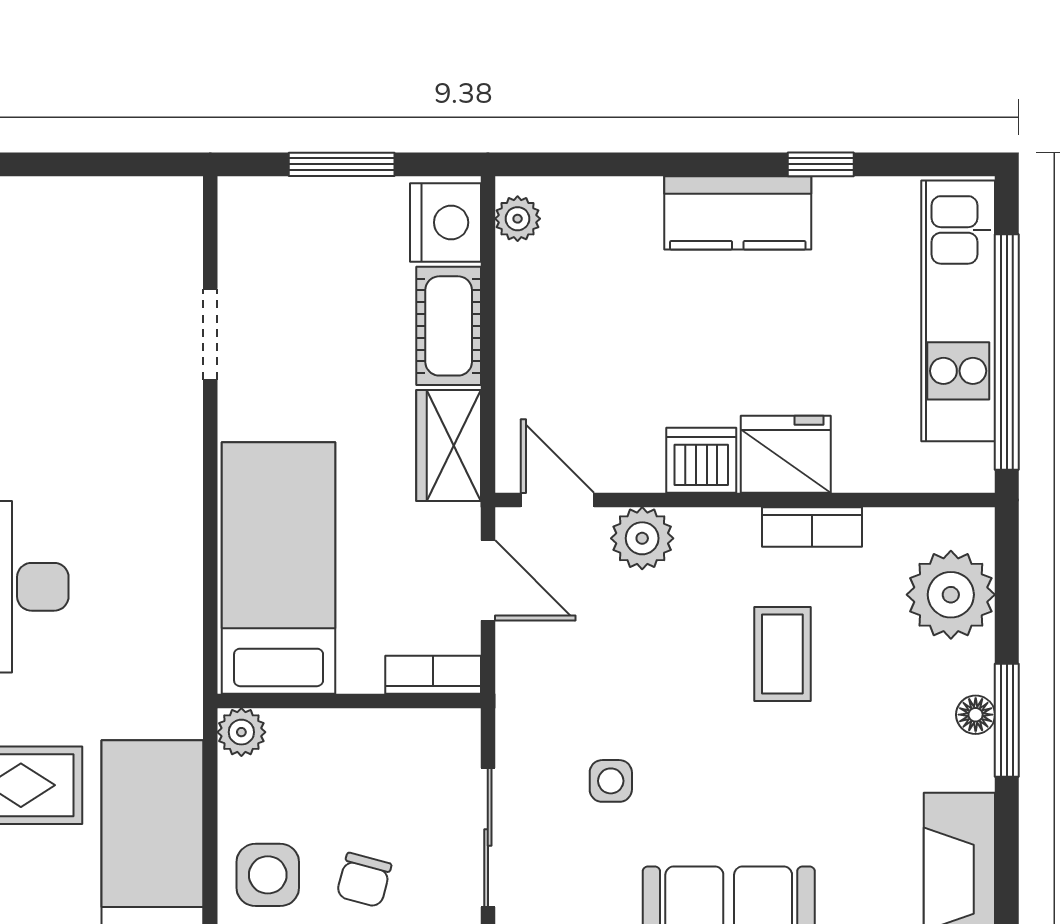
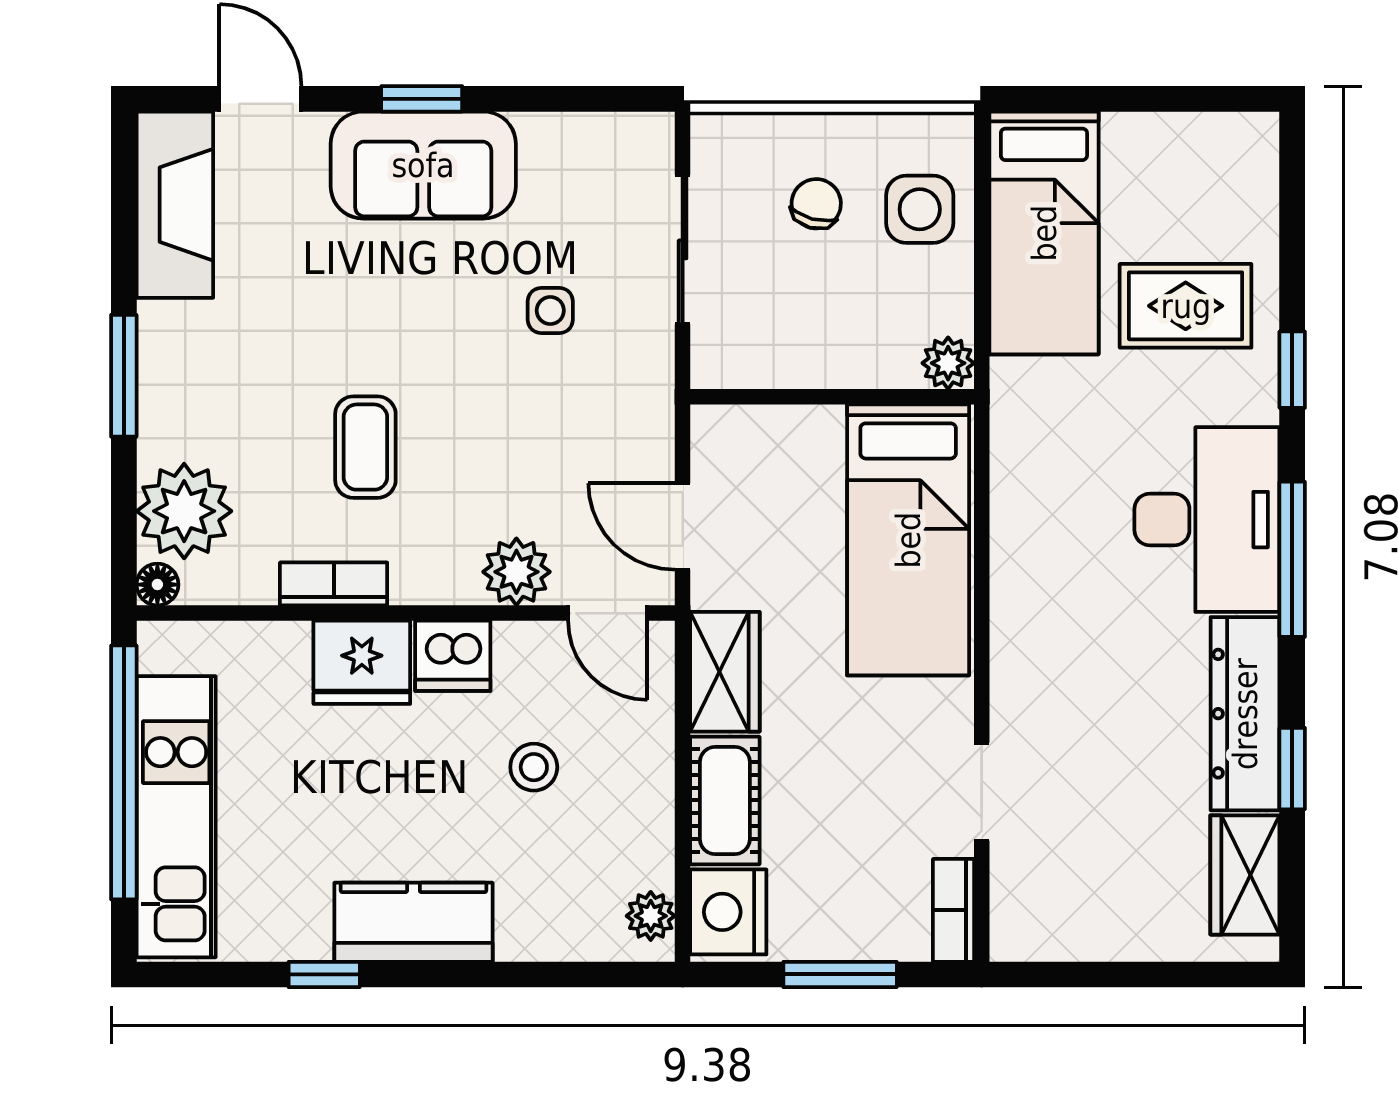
stool: (626, 357) -> (534, 767), added
bookcase: (433, 675) -> (953, 910), moved, turned 90
floor lamp: (976, 715) -> (157, 585), moved

